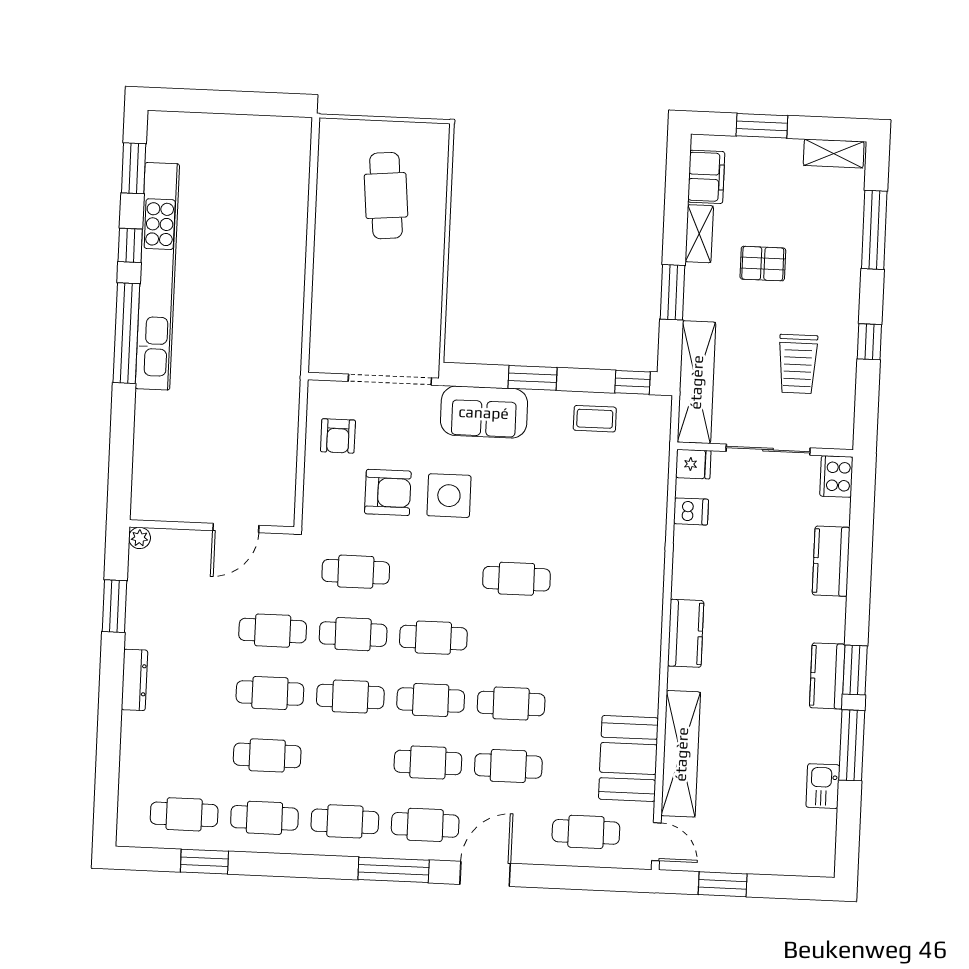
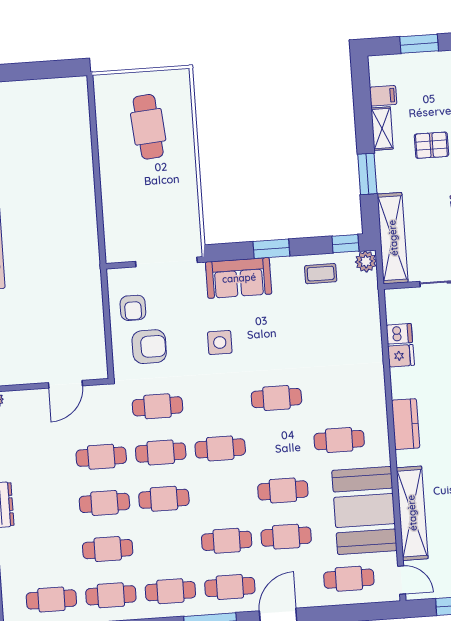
filing cabinet: (706, 177) -> (383, 96), width x0.50
plant: (657, 409) -> (366, 261), added
fridge: (693, 464) -> (401, 356), moved
armchair: (388, 492) -> (149, 347), moved
side table: (449, 496) -> (220, 342), width x0.73, depth x0.73
cafe table: (431, 700) -> (339, 440), moved
booth: (628, 759) -> (364, 510), width x1.36, depth x1.42

